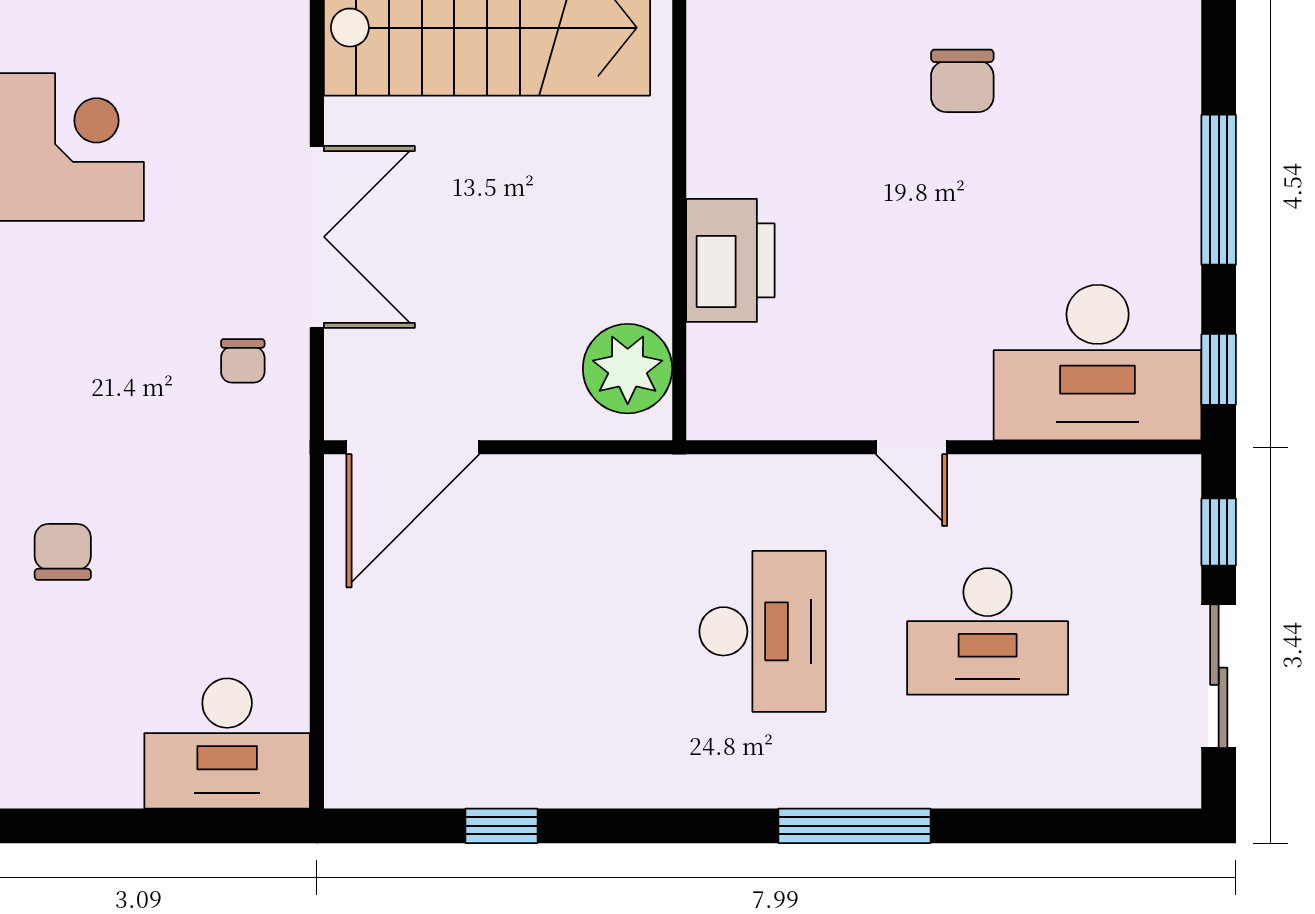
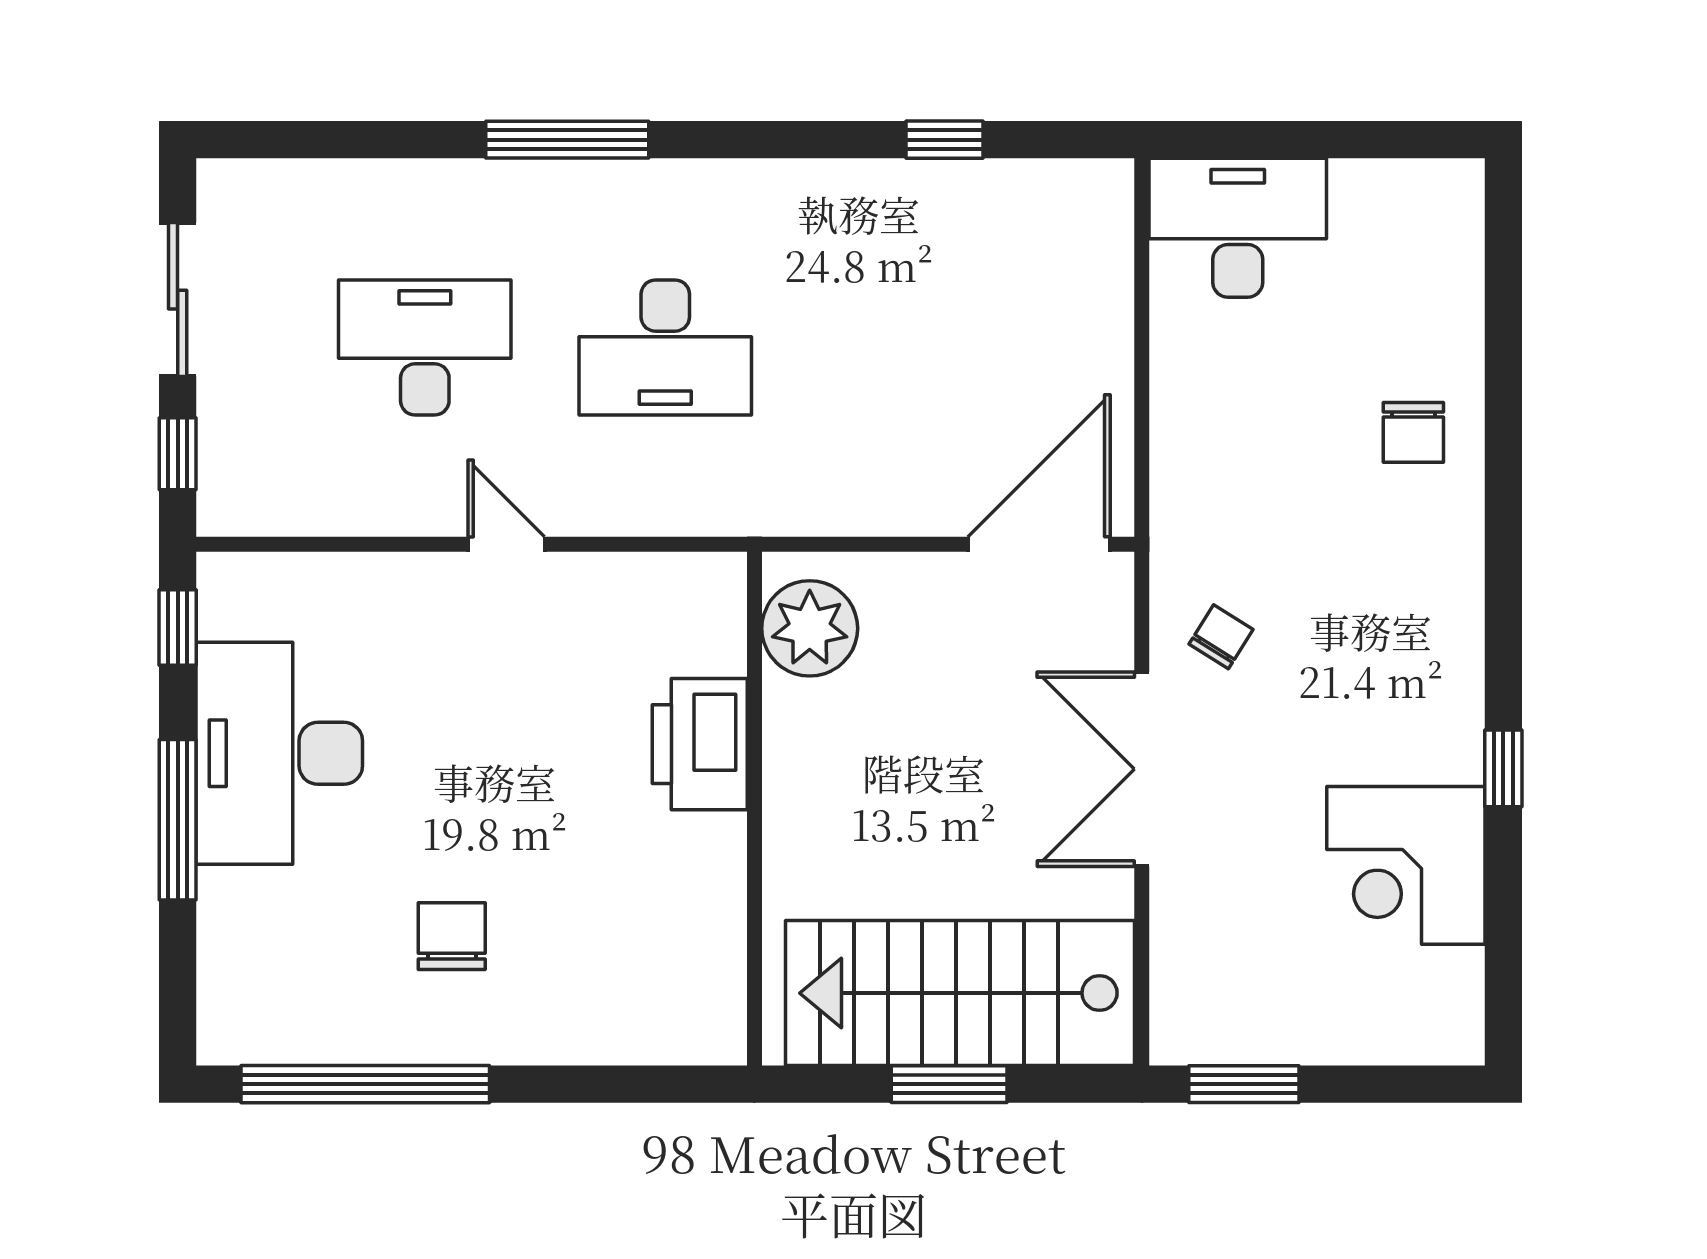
chair: (243, 361) -> (1221, 637), turned 32
desk: (1098, 363) -> (279, 753), moved, turned -90
desk: (763, 631) -> (665, 348), turned -90

